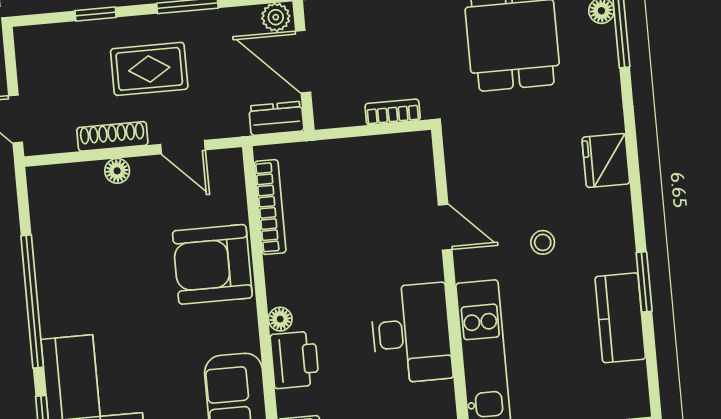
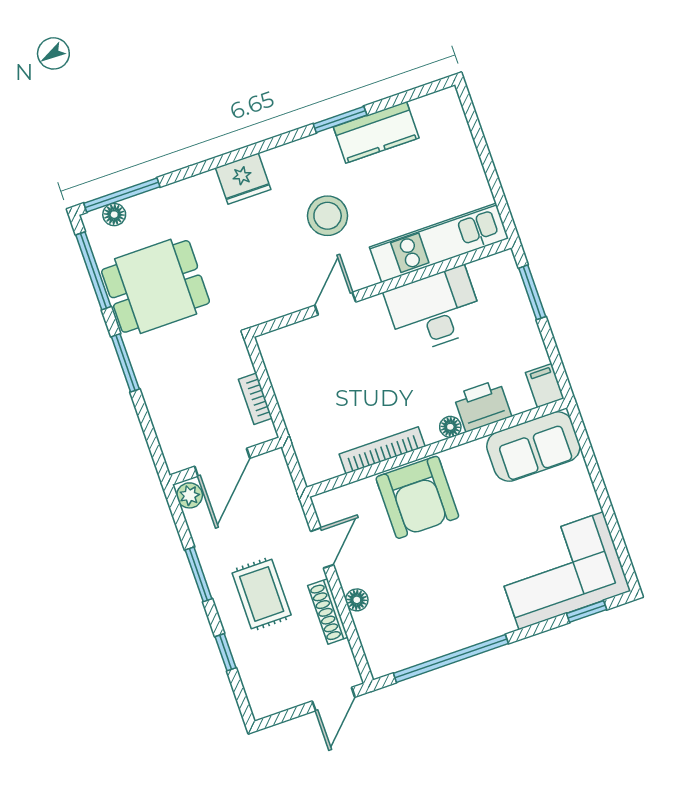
bookcase: (393, 112) -> (255, 399), moved
dresser: (276, 118) -> (277, 473), removed
bookcase: (270, 207) -> (382, 450), moved
stool: (543, 242) -> (328, 216), width x1.89, depth x1.89
window: (32, 301) -> (451, 658), moved

